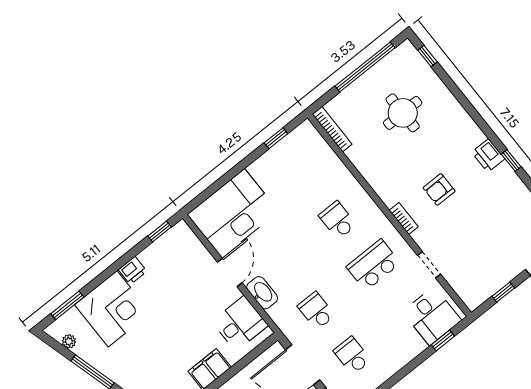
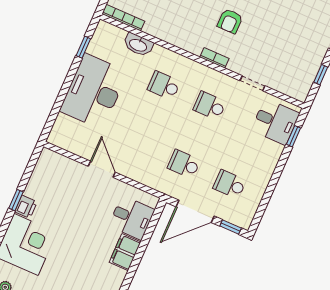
desk: (233, 213) -> (94, 91), moved
window: (160, 232) -> (16, 200), moved
school desk: (373, 265) -> (210, 106), width x0.54
washbasin: (262, 293) -> (138, 45), moved, turned 180
desk: (240, 323) -> (132, 218), moved, turned 90

